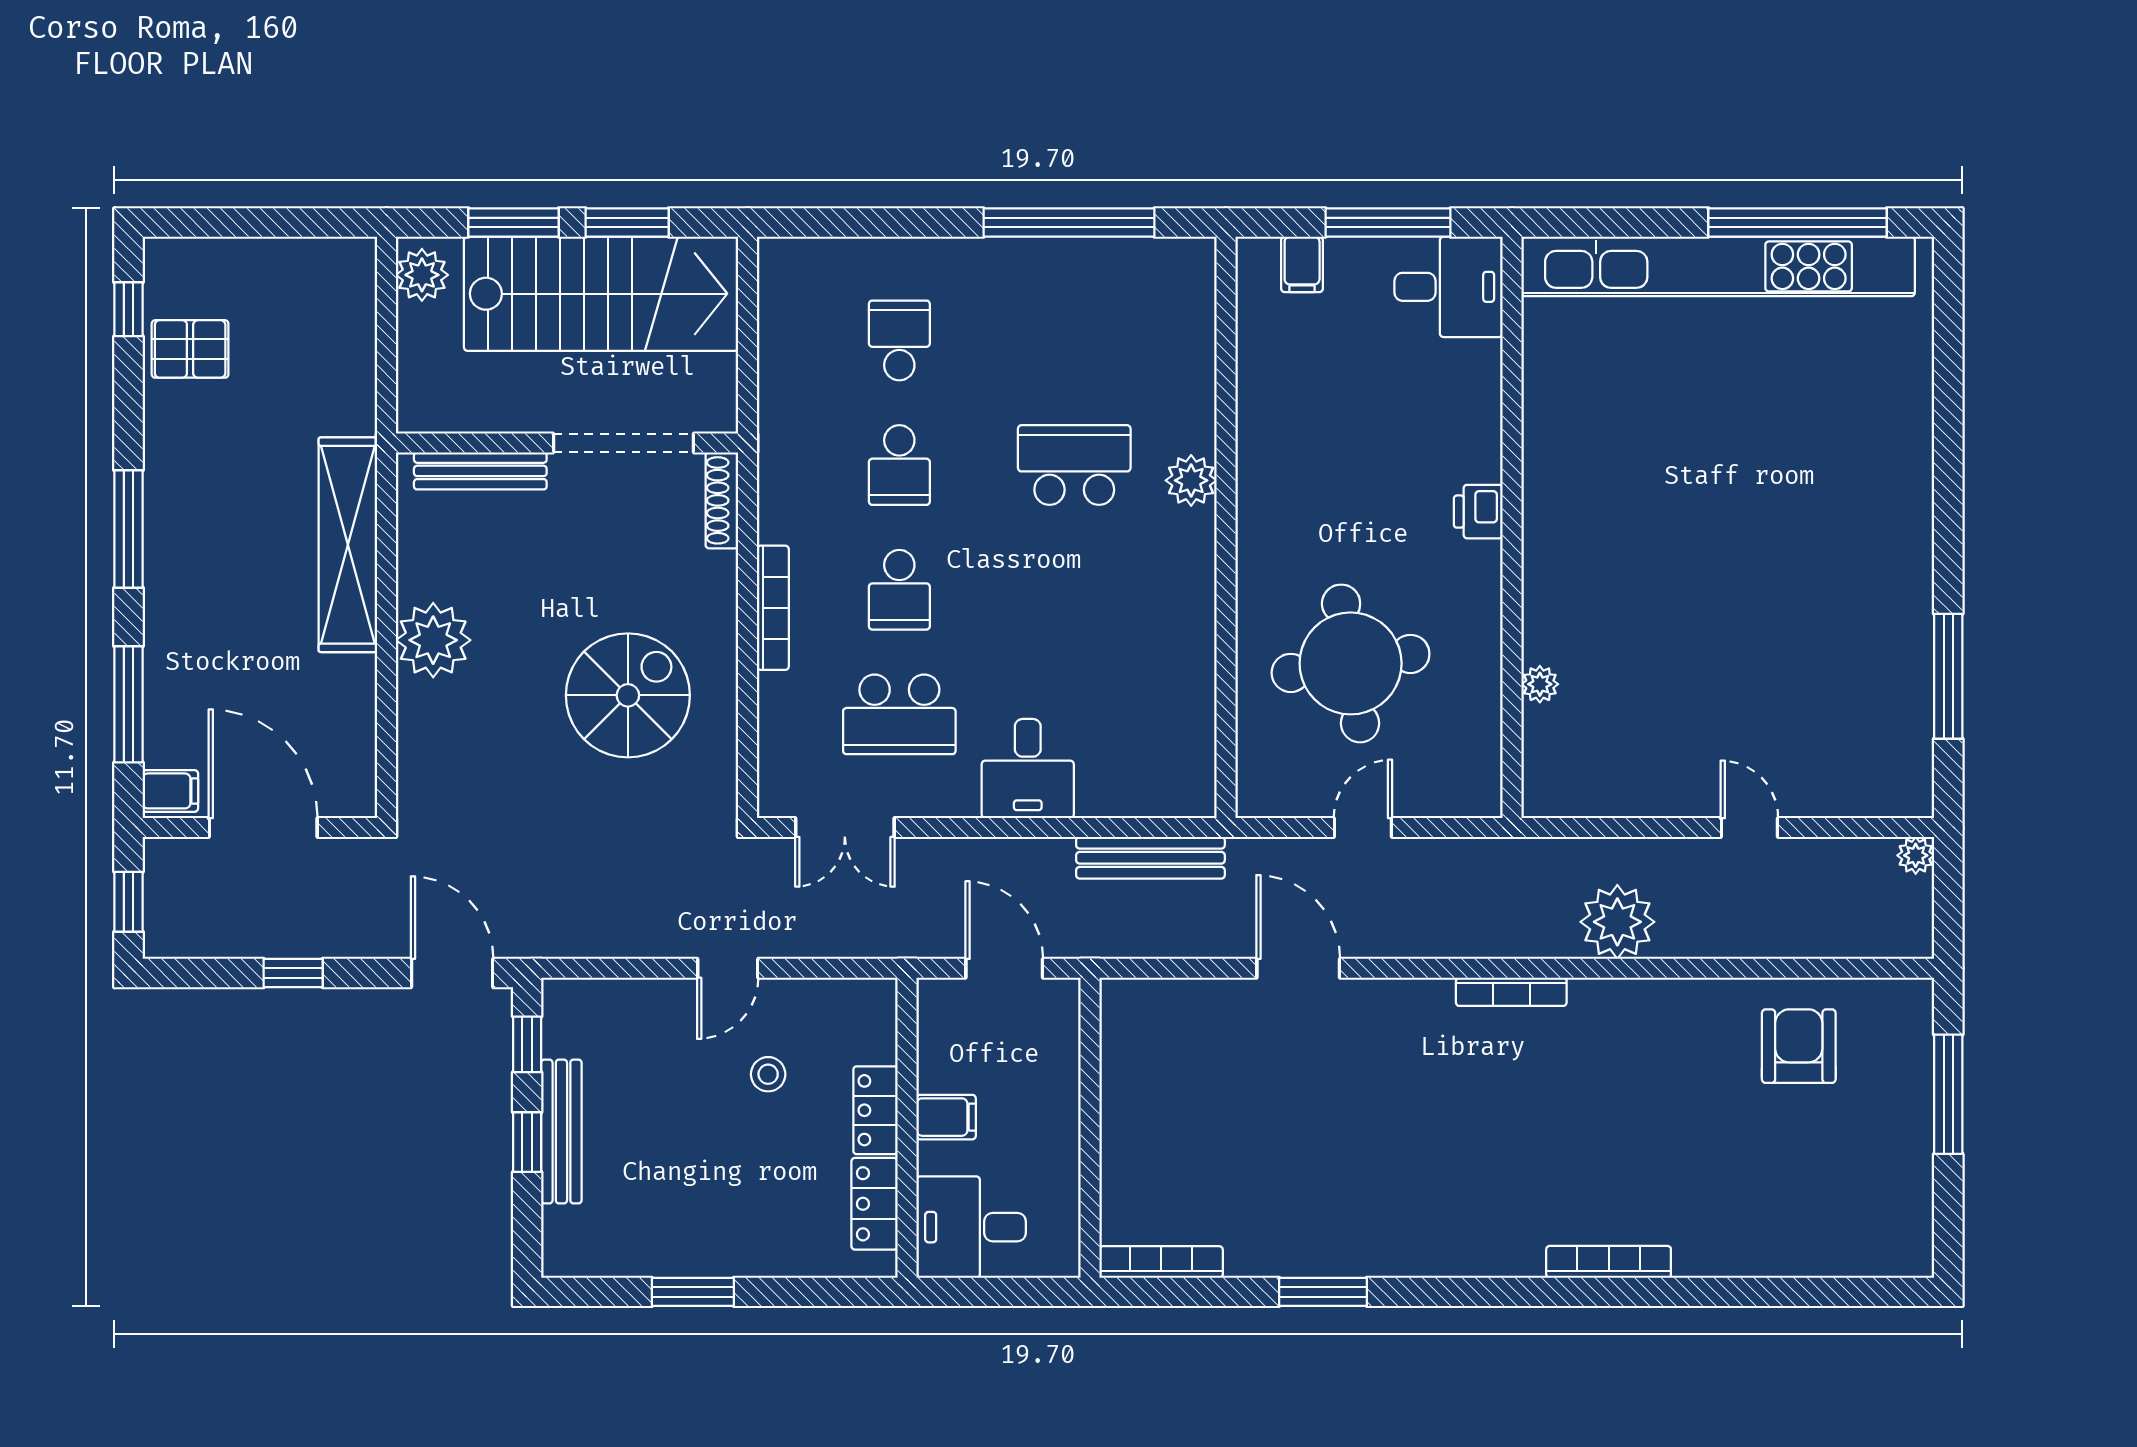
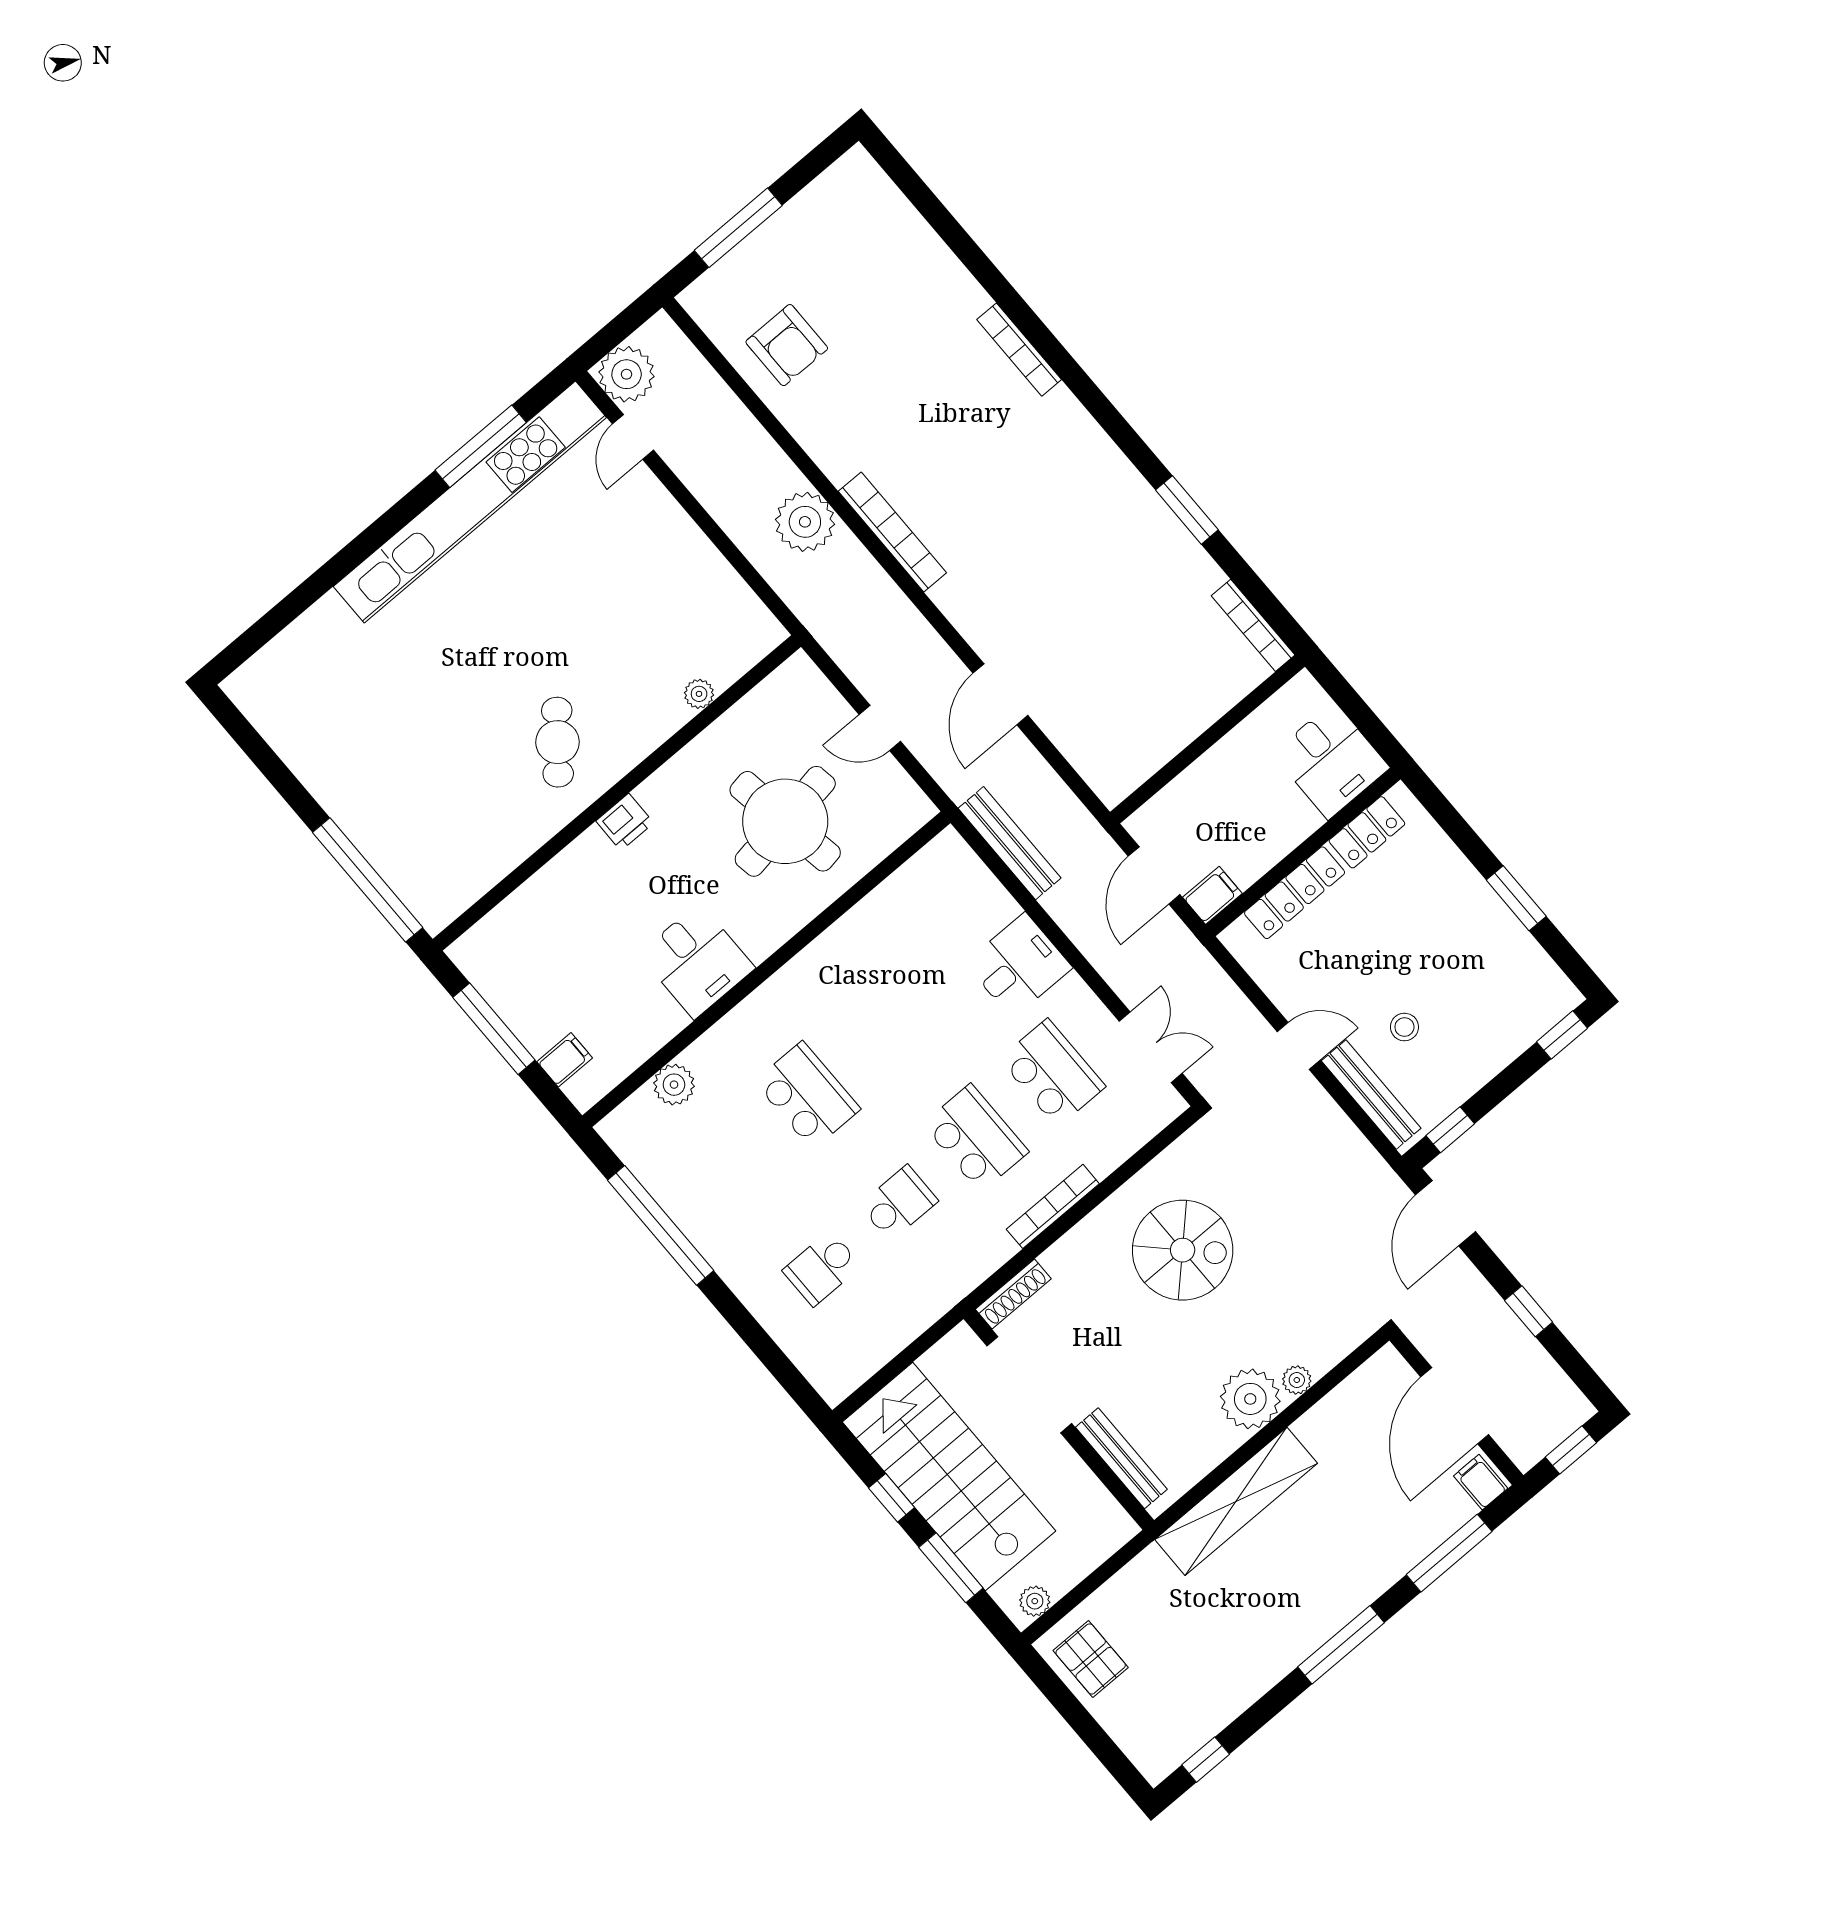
window: (627, 223) -> (892, 1498), width x0.67
window: (1797, 223) -> (368, 880), moved
kitchen unit: (1718, 266) -> (470, 502), moved, turned 90
plant: (422, 275) -> (1035, 1601), width x0.73, depth x0.73
desk: (1449, 287) -> (697, 961), moved, turned 180
pallet: (190, 349) -> (1091, 1659), moved
school desk: (1074, 465) -> (807, 1095), turned 180
plant: (1191, 480) -> (674, 1085), moved
cafe table: (1608, 512) -> (557, 742), added
school desk: (899, 590) -> (976, 1138), width x1.85
spiral stairs: (628, 695) -> (1183, 1250), turned 180
plant: (414, 699) -> (1297, 1380), added
door: (1749, 828) -> (633, 437), moved
plant: (1916, 855) -> (627, 374), width x1.88, depth x1.88
bookcase: (1511, 992) -> (892, 532), width x1.48, depth x1.31
armchair: (1799, 1046) -> (787, 345), turned -90
stool: (768, 1074) -> (1404, 1027), moved
locker: (875, 1110) -> (1295, 893), width x1.53
filing cabinet: (946, 1117) -> (1212, 895), moved, turned 90
bench: (561, 1132) -> (1371, 1095), moved, turned 90
window: (527, 1142) -> (1562, 1035), moved

